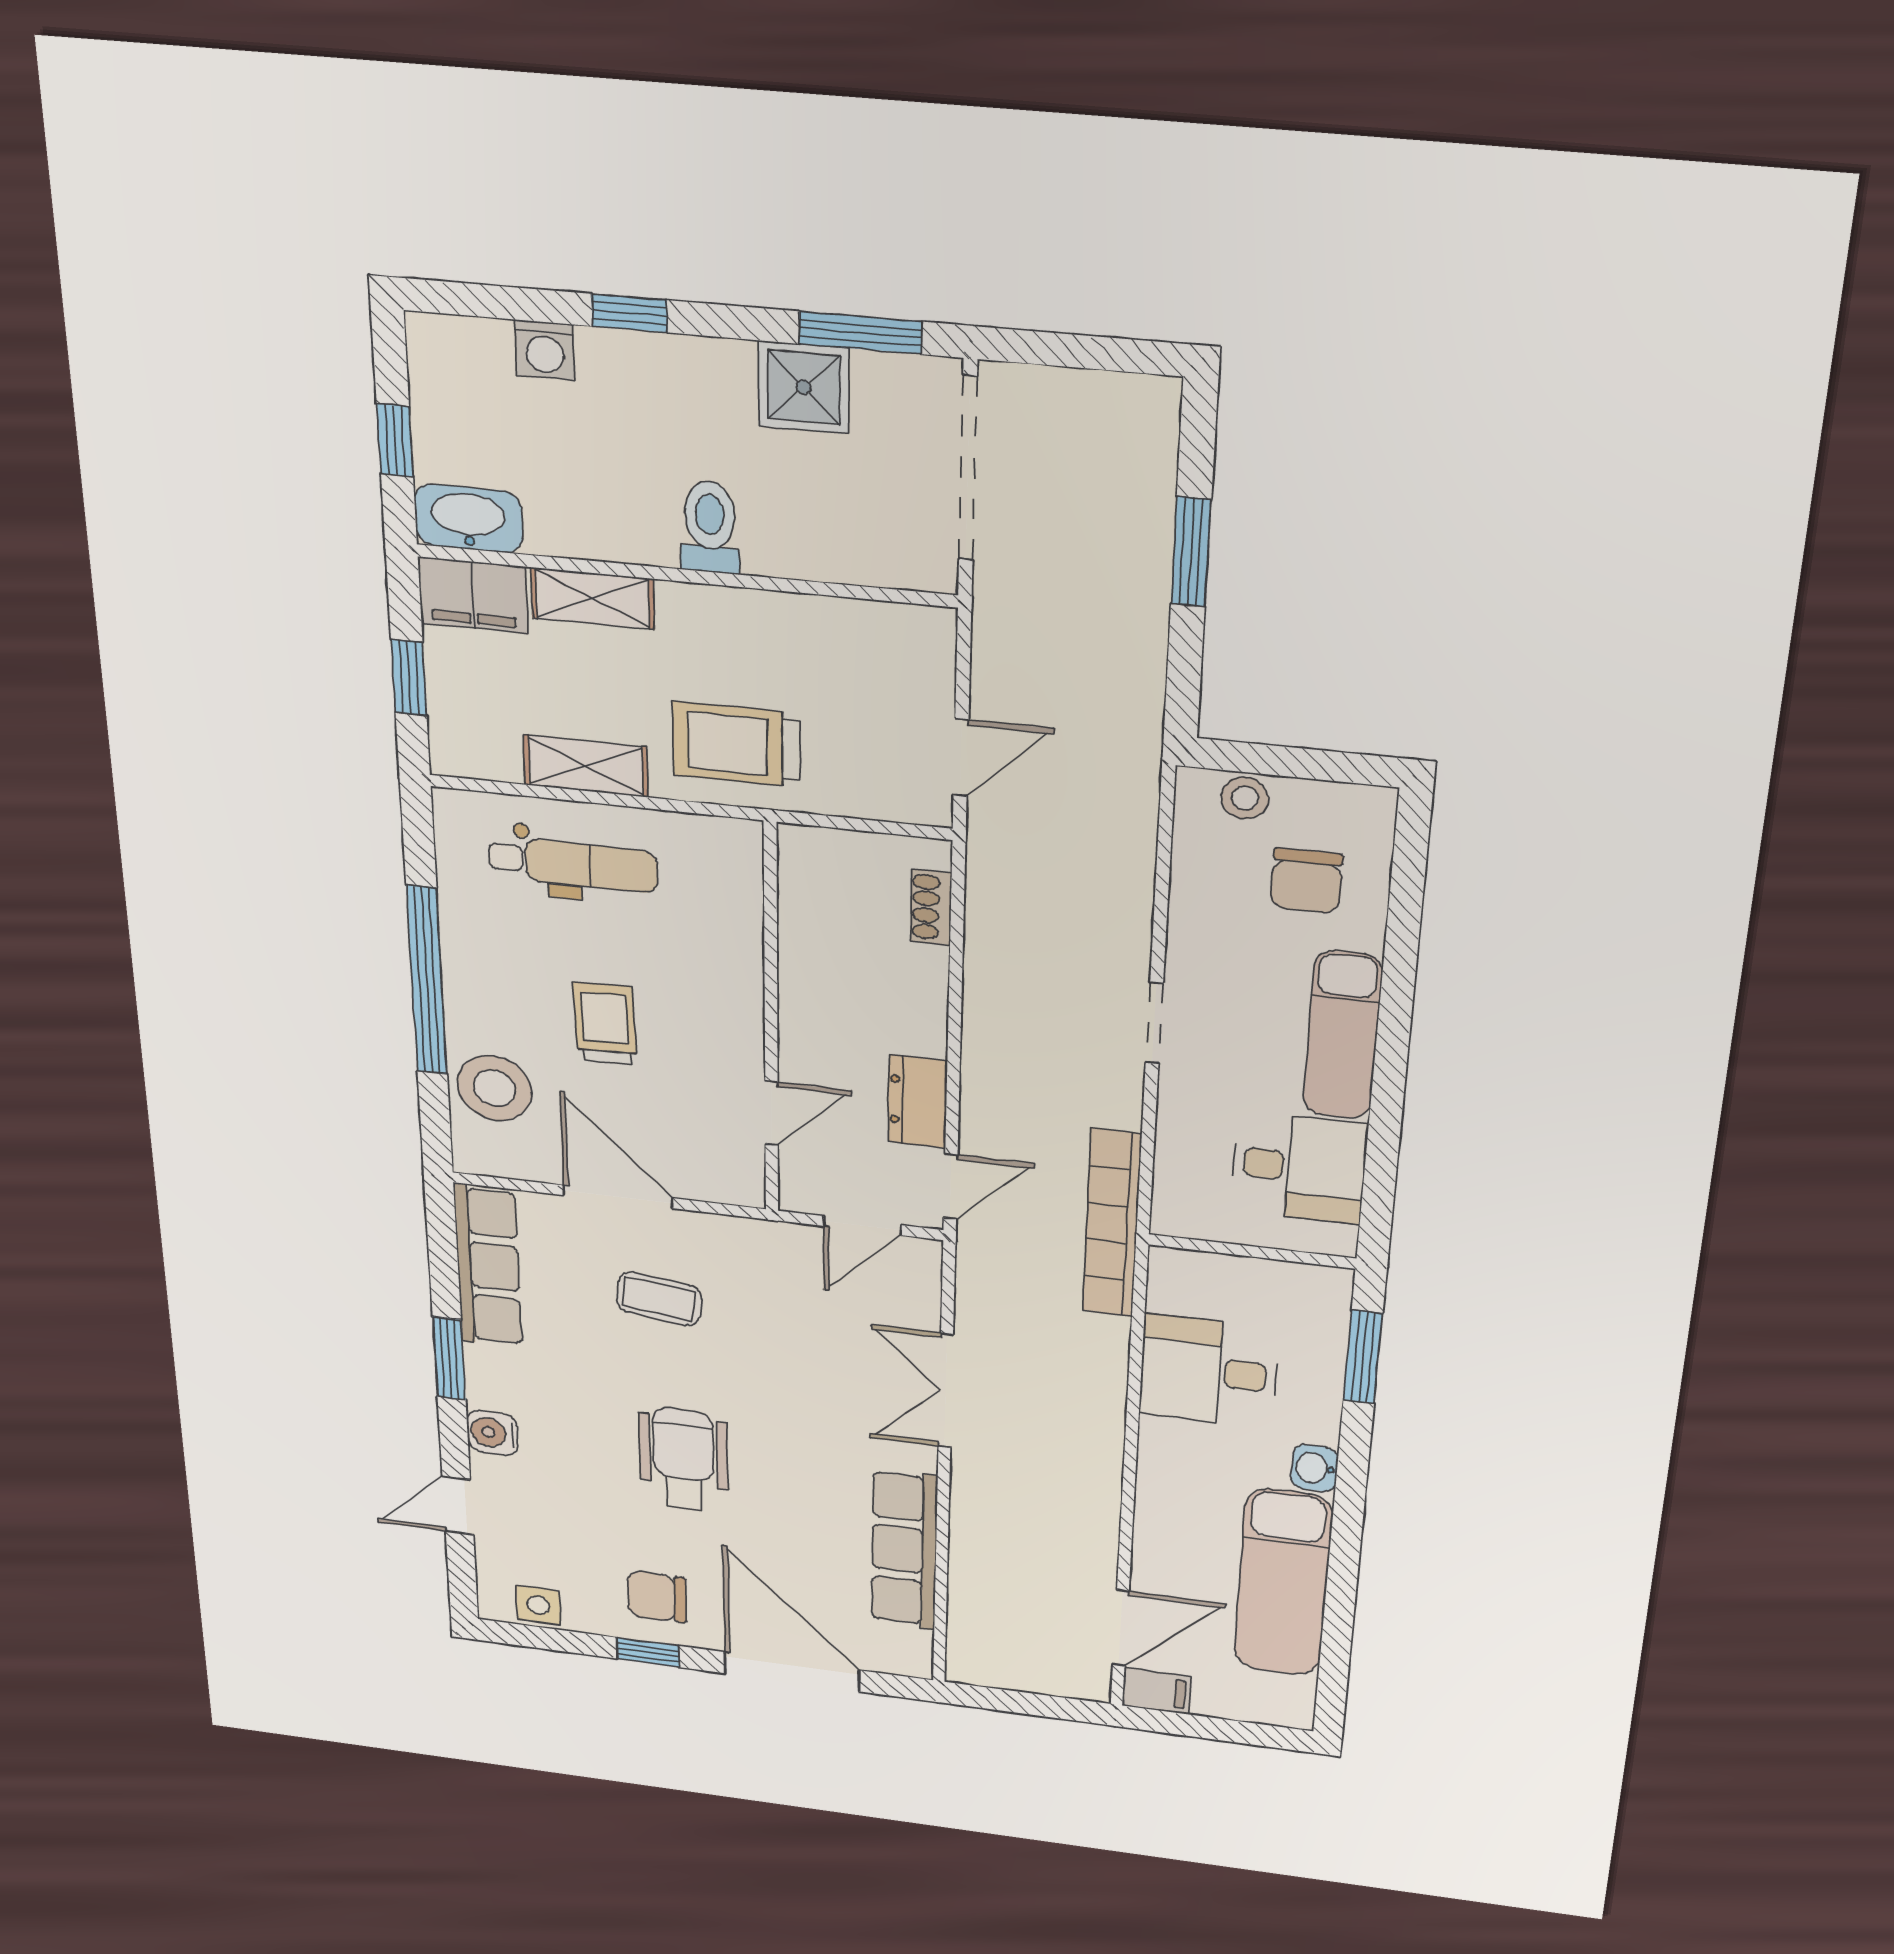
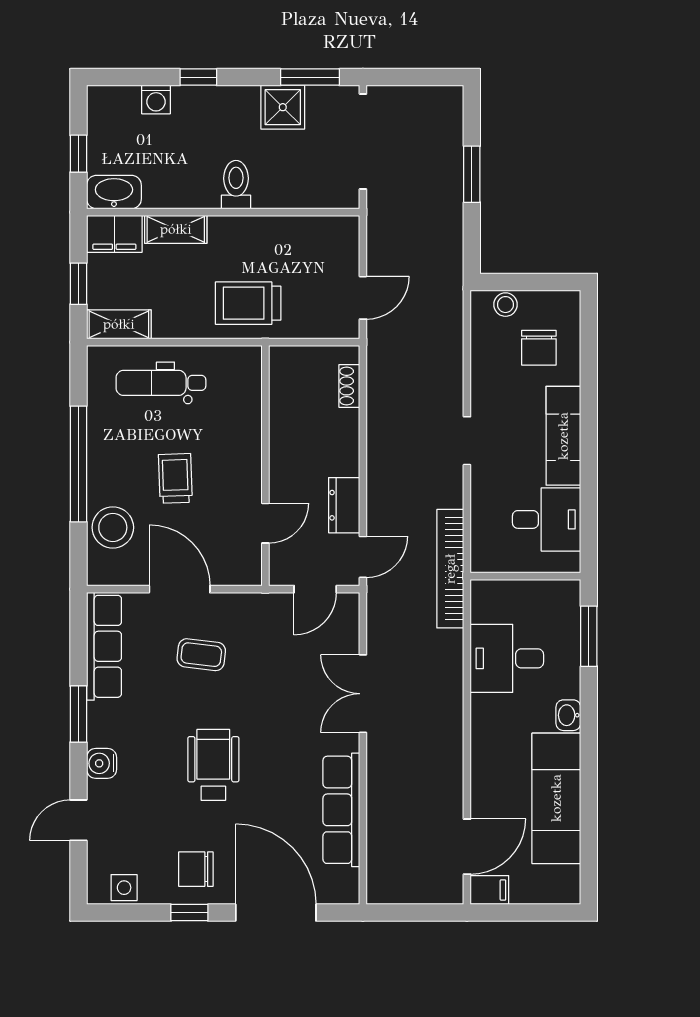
shelving: (586, 766) -> (119, 324), moved
dental chair: (573, 864) -> (161, 383), turned 180

